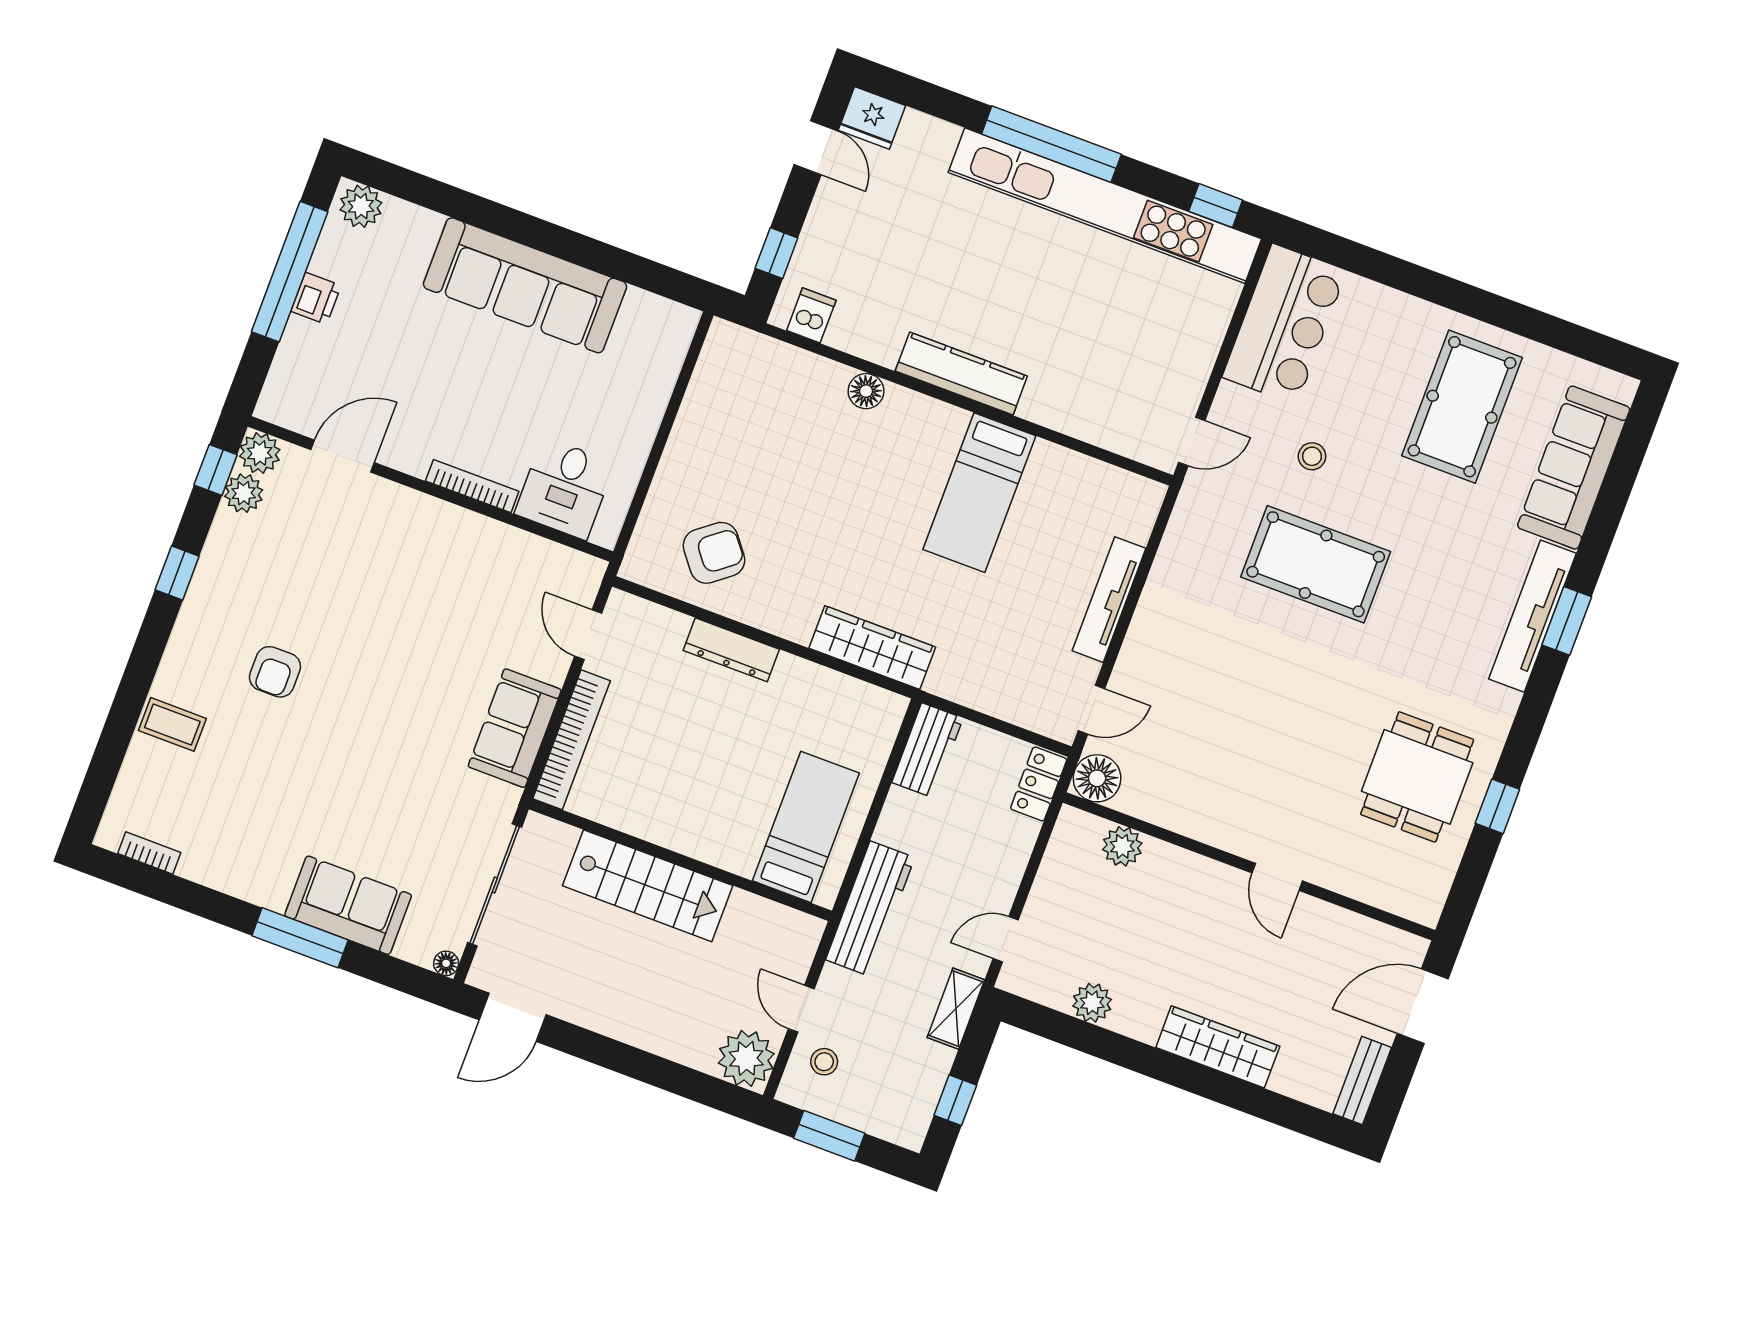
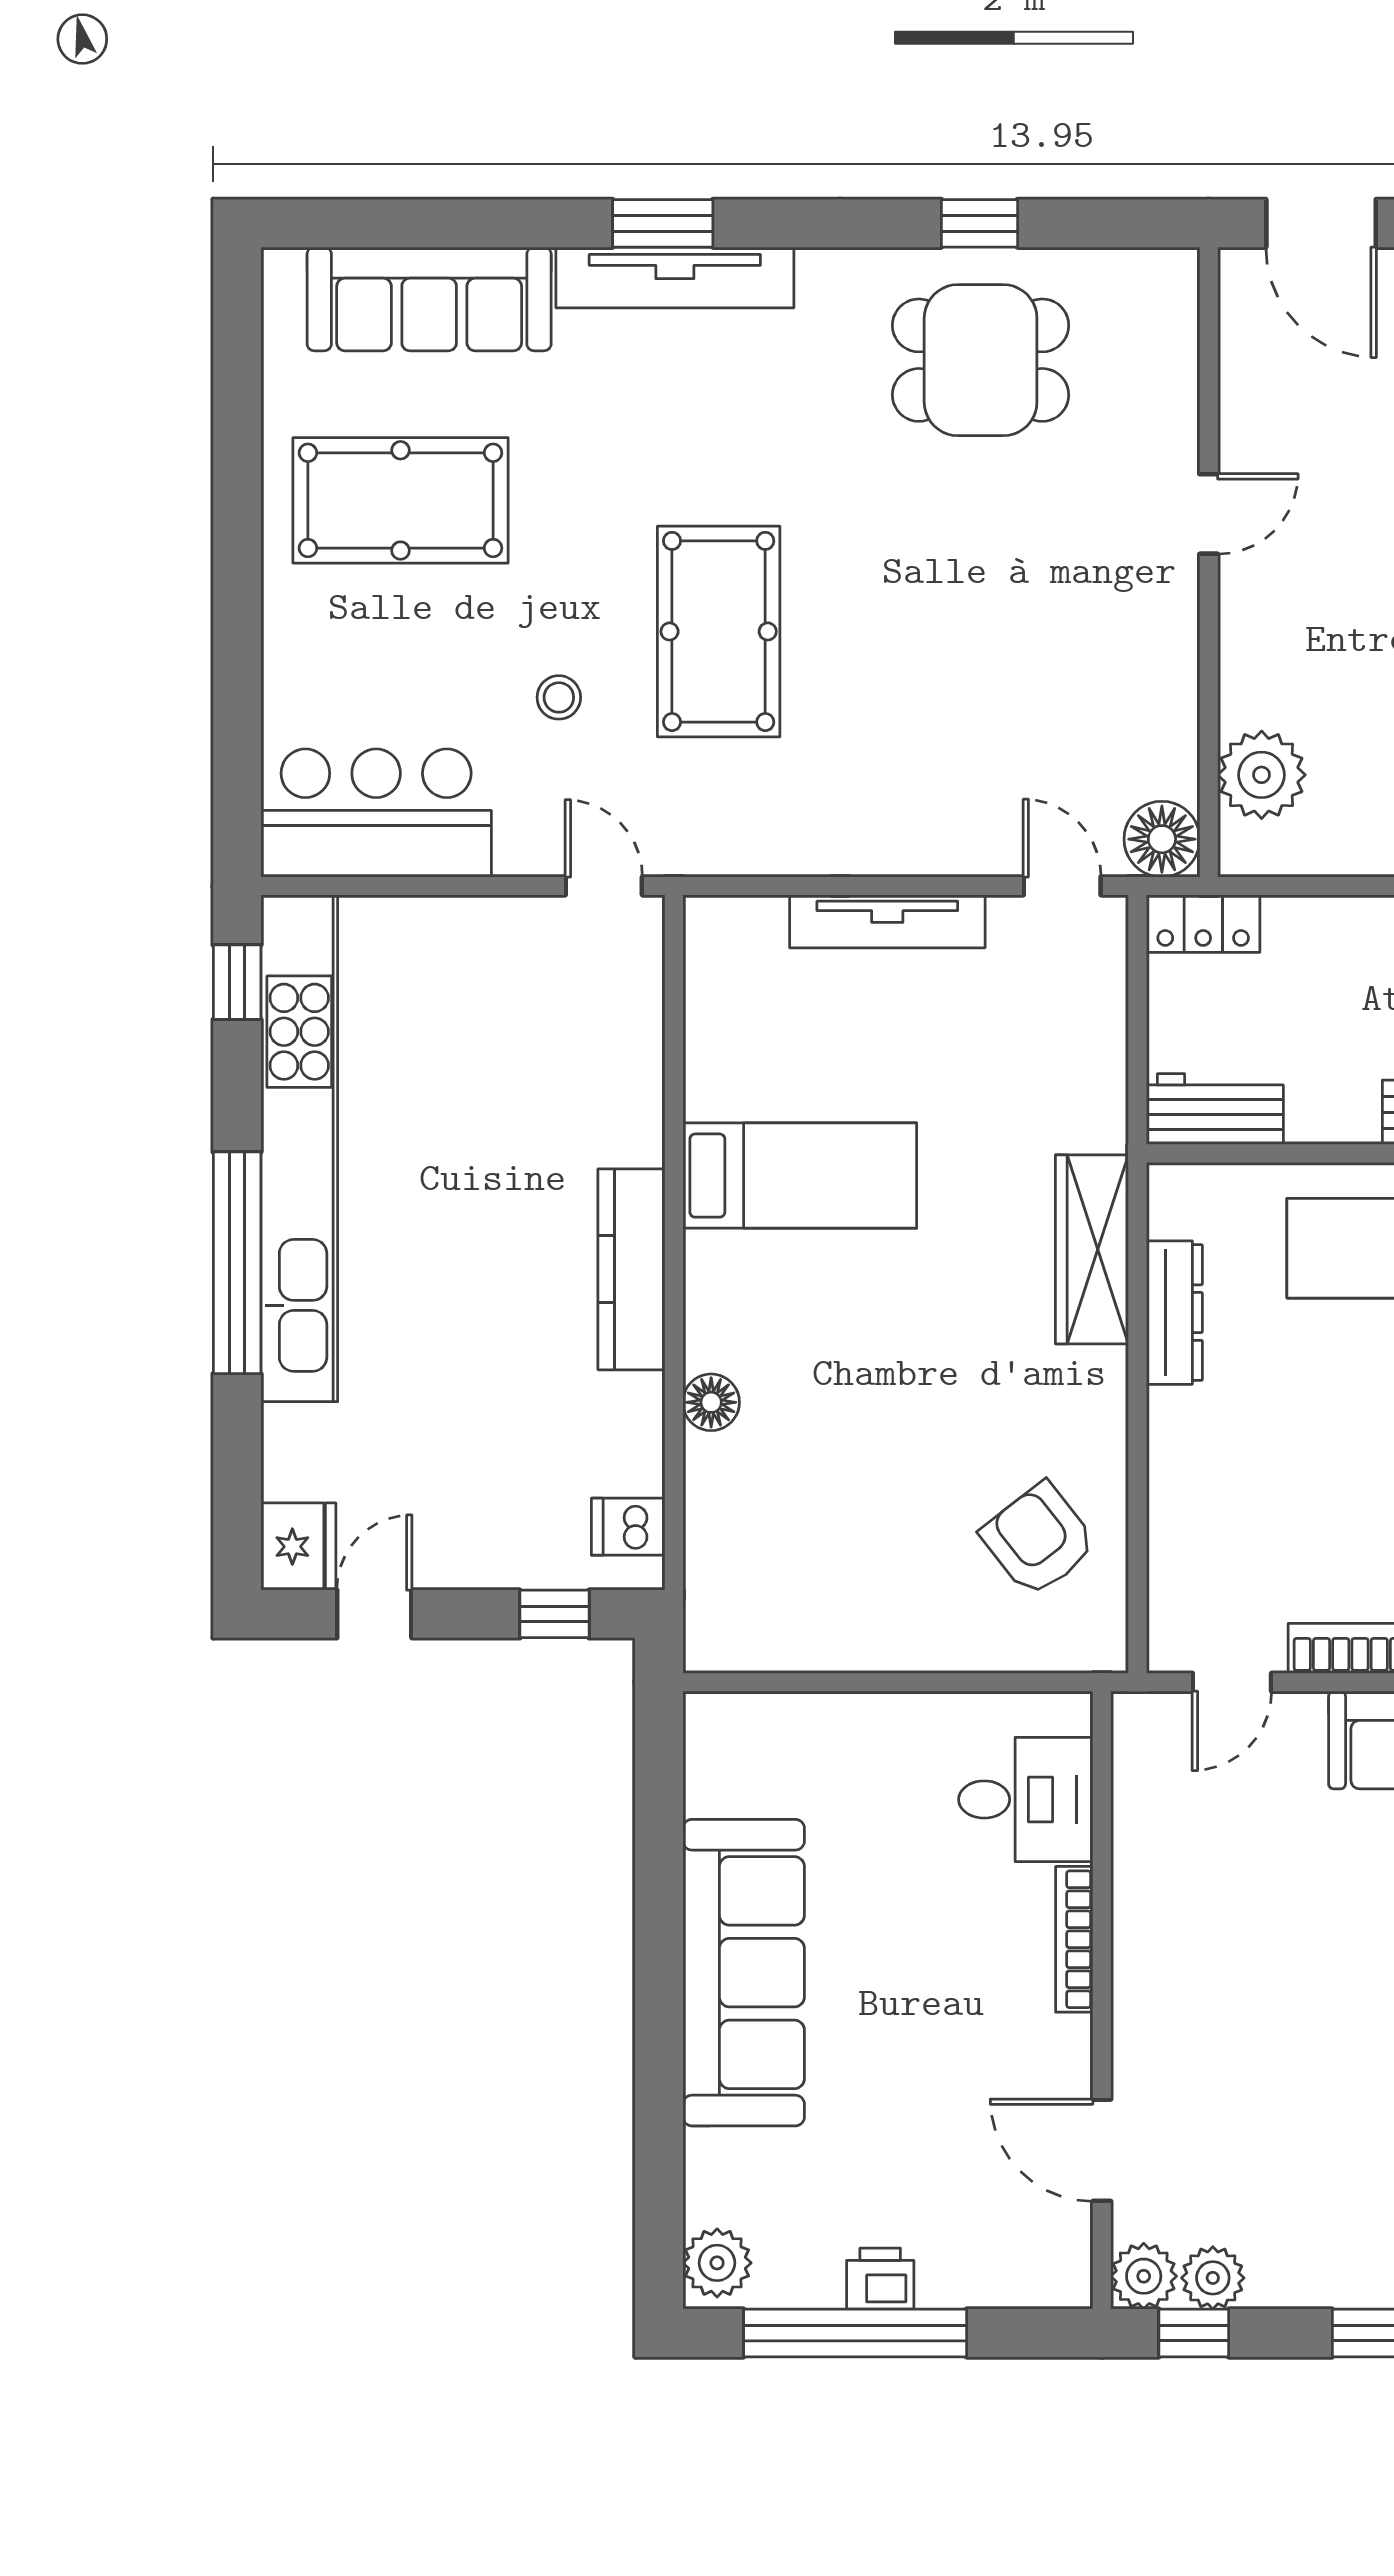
dresser: (731, 650) -> (1174, 1313), moved
plant: (1122, 846) -> (1262, 775), width x1.36, depth x1.36

